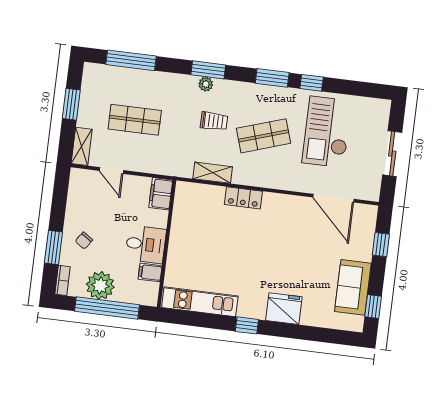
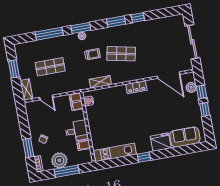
window: (131, 60) -> (49, 34), moved
checkout: (327, 132) -> (154, 41), removed
shop shelf: (264, 136) -> (121, 54), turned 30
sliding door: (392, 154) -> (192, 42), width x1.37
locker: (243, 198) -> (136, 87), moved
water cooler: (182, 199) -> (89, 101), added
plant: (366, 231) -> (191, 87), added
sofa: (353, 287) -> (185, 137), moved, turned 90
window: (373, 306) -> (205, 110), moved
window: (107, 308) -> (67, 171), width x0.68

